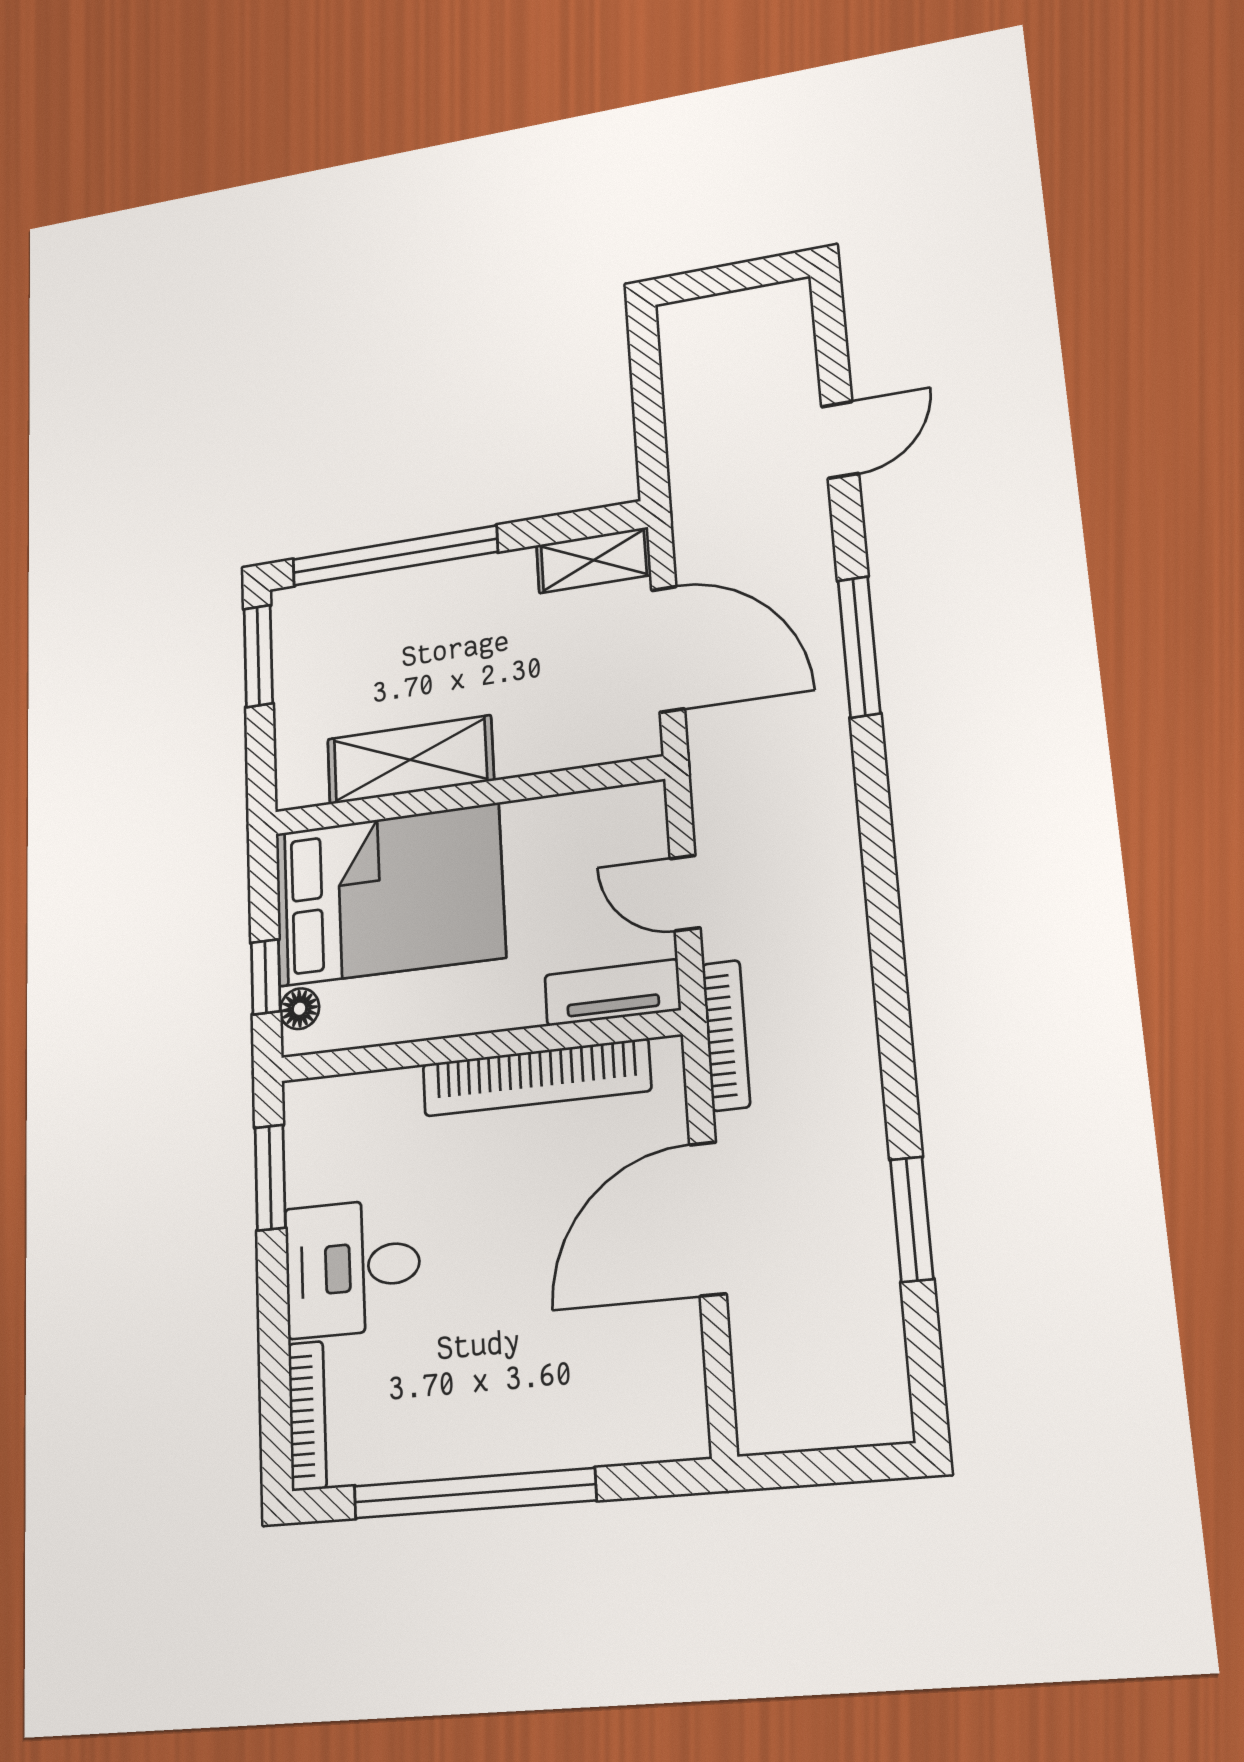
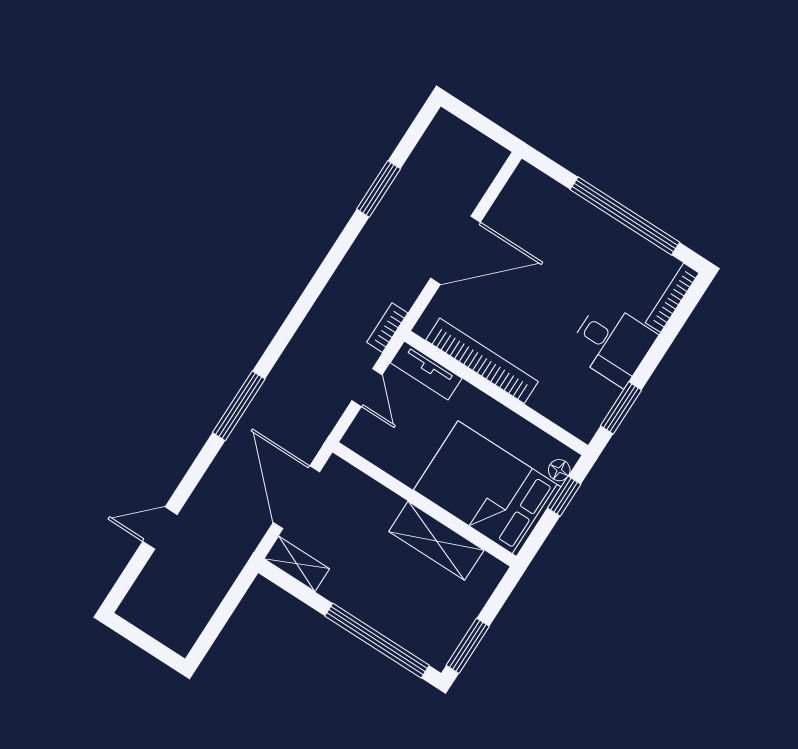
window: (859, 647) -> (239, 406), moved
bookcase: (726, 1035) -> (387, 328), width x0.64

